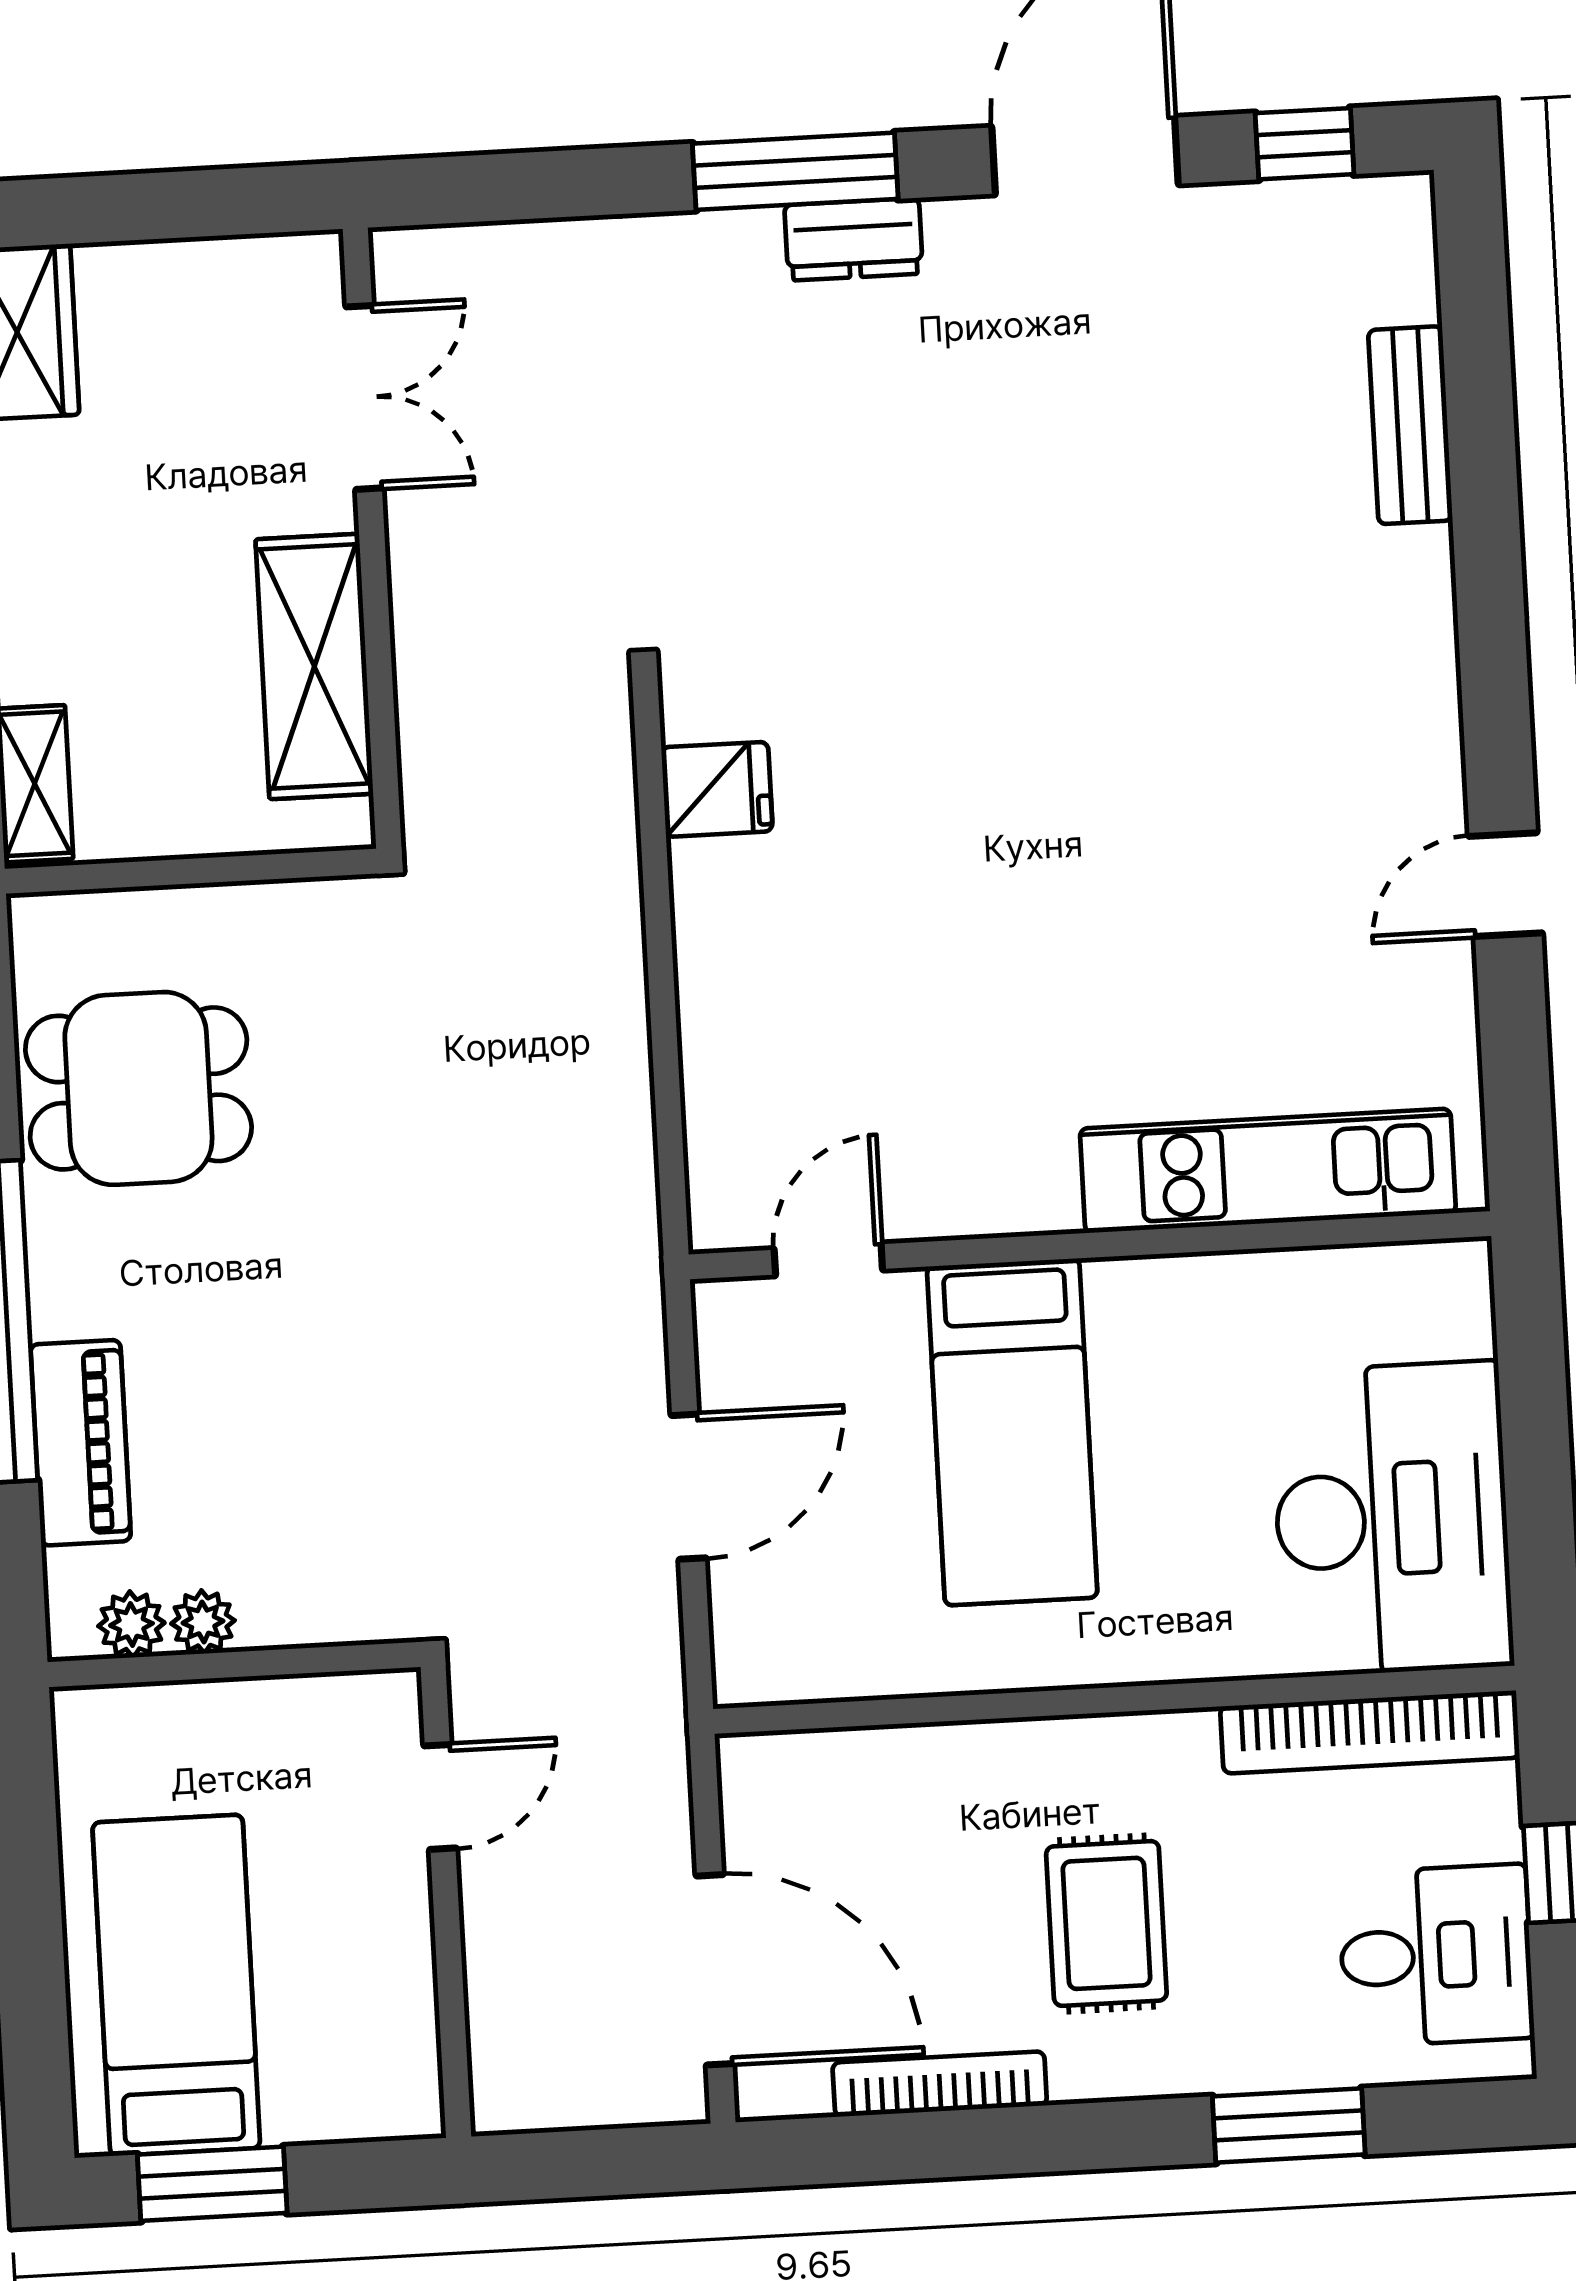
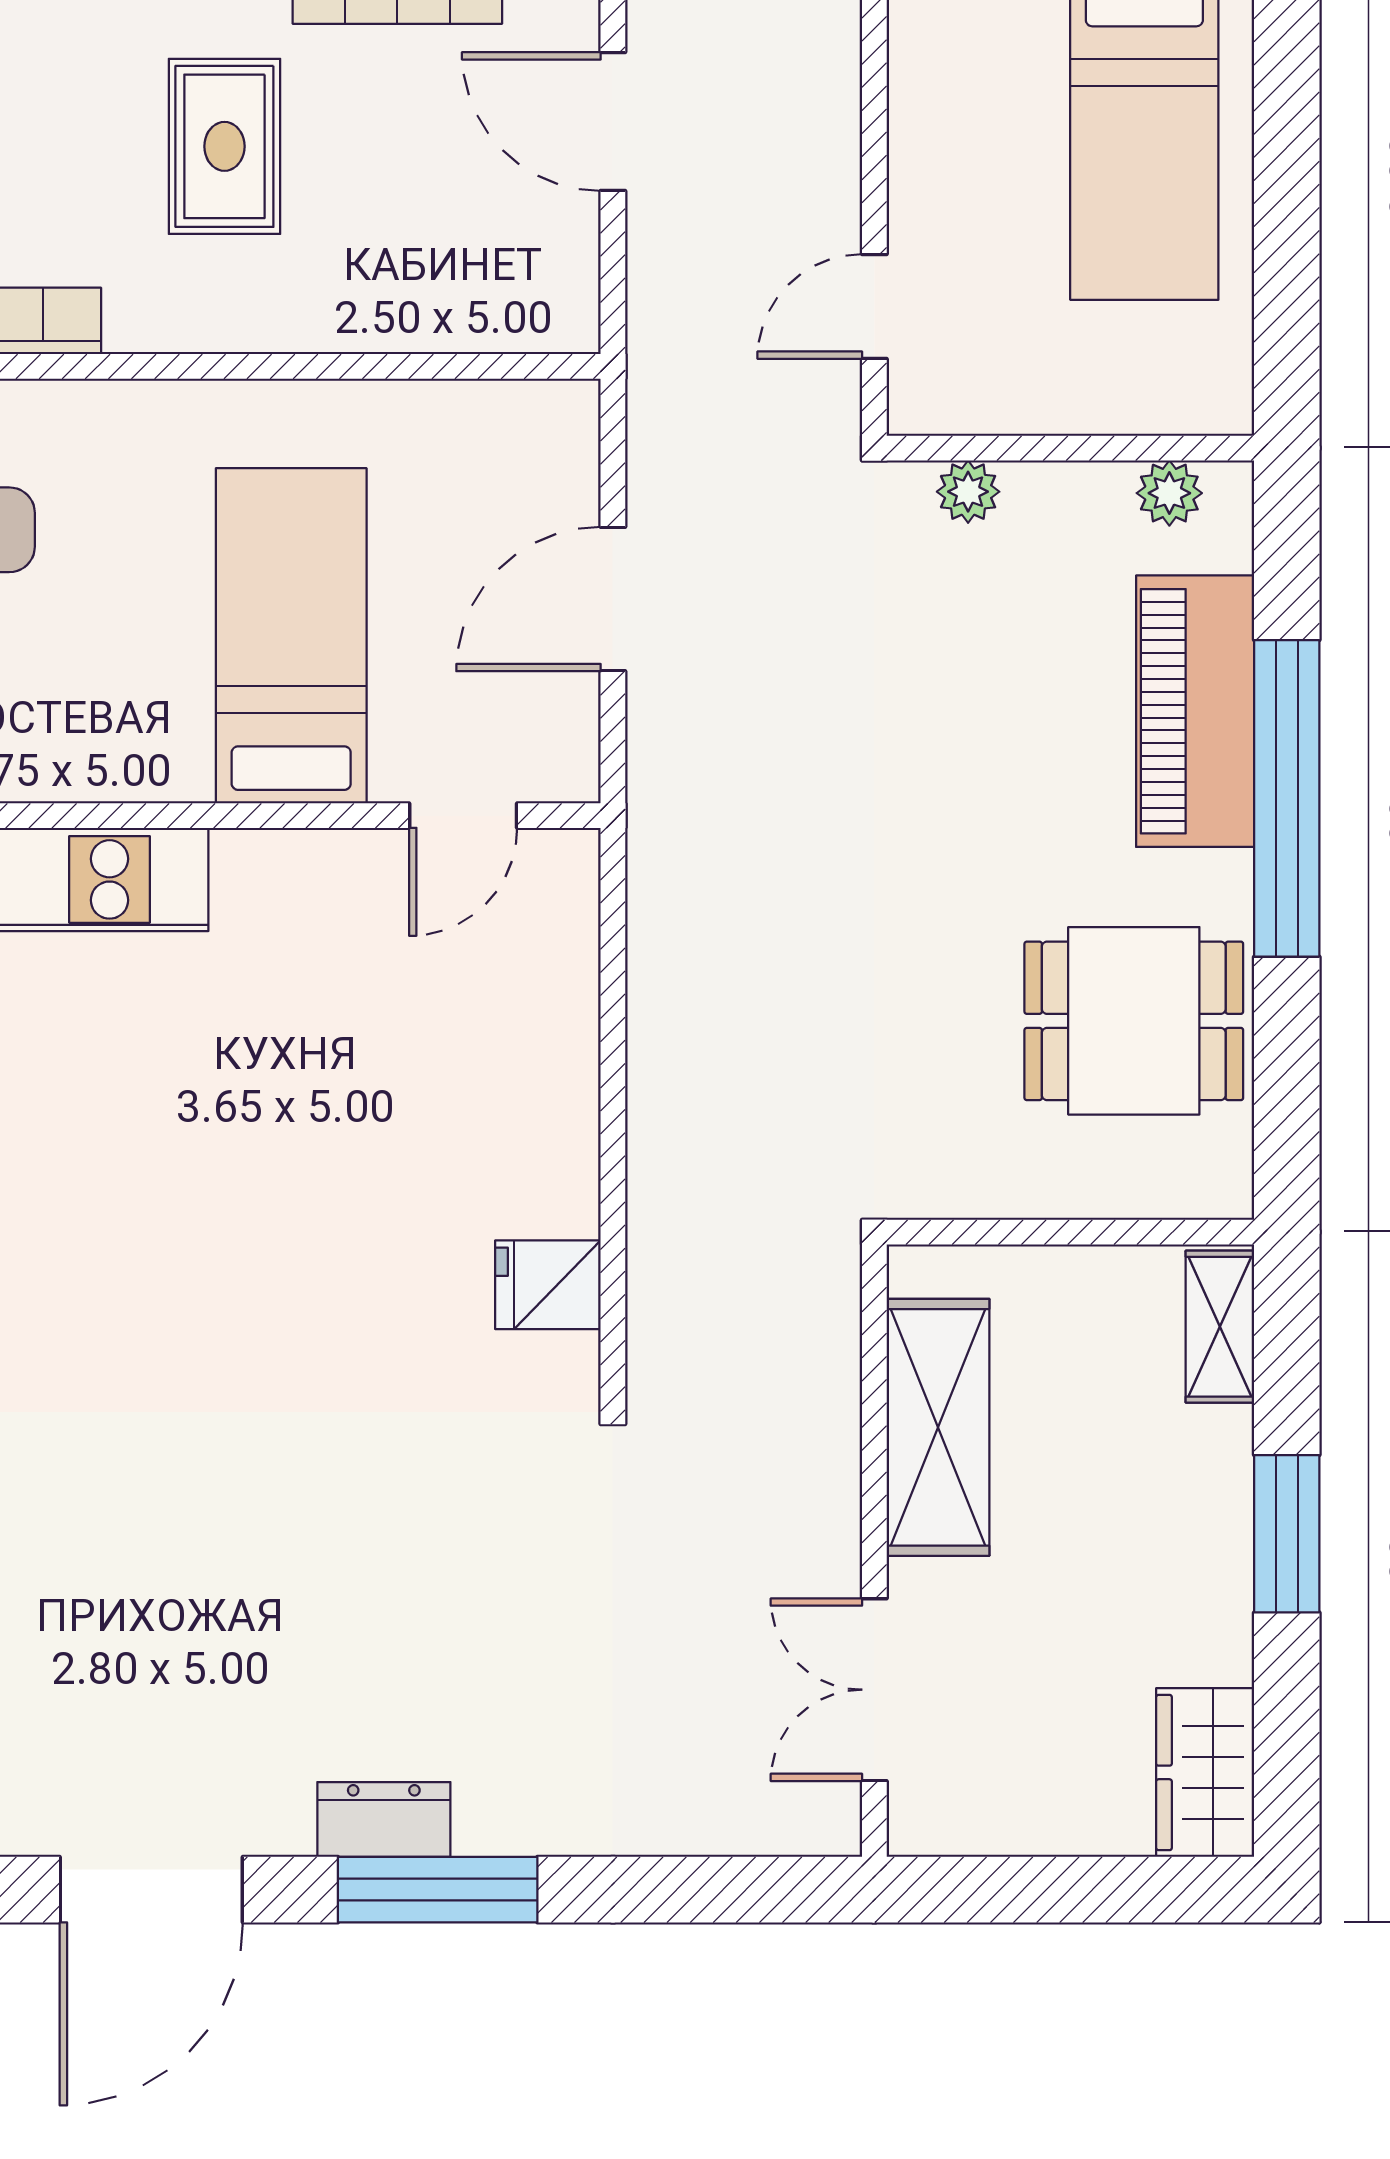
piano: (81, 1443) -> (1195, 711), width x1.37, depth x1.33
plant: (203, 1622) -> (968, 492), moved
door: (715, 1970) -> (613, 122), width x0.73

